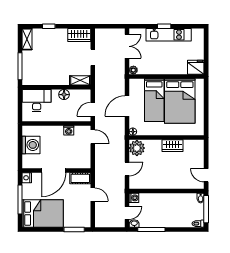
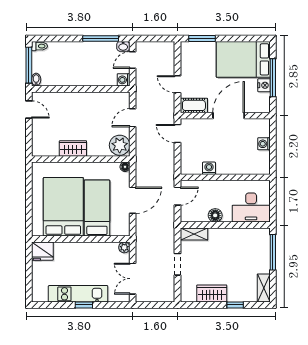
wardrobe: (79, 35) -> (212, 293), moved
door: (93, 137) -> (178, 134), moved
washing machine: (31, 145) -> (264, 144), width x0.53, depth x0.53
nightstand: (27, 178) -> (264, 85), moved

